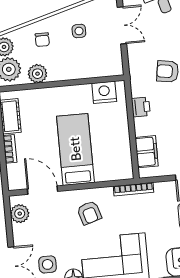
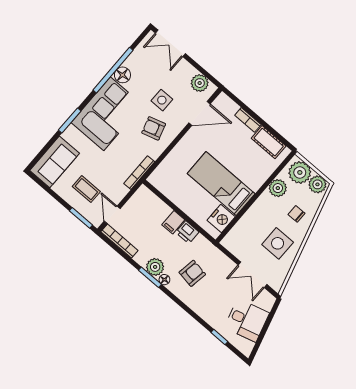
side table: (79, 31) -> (278, 243), width x1.87, depth x1.87
bed: (75, 149) -> (221, 184), moved, turned 180
filing cabinet: (147, 152) -> (173, 222), moved, width x0.50
side table: (48, 264) -> (162, 100), moved

